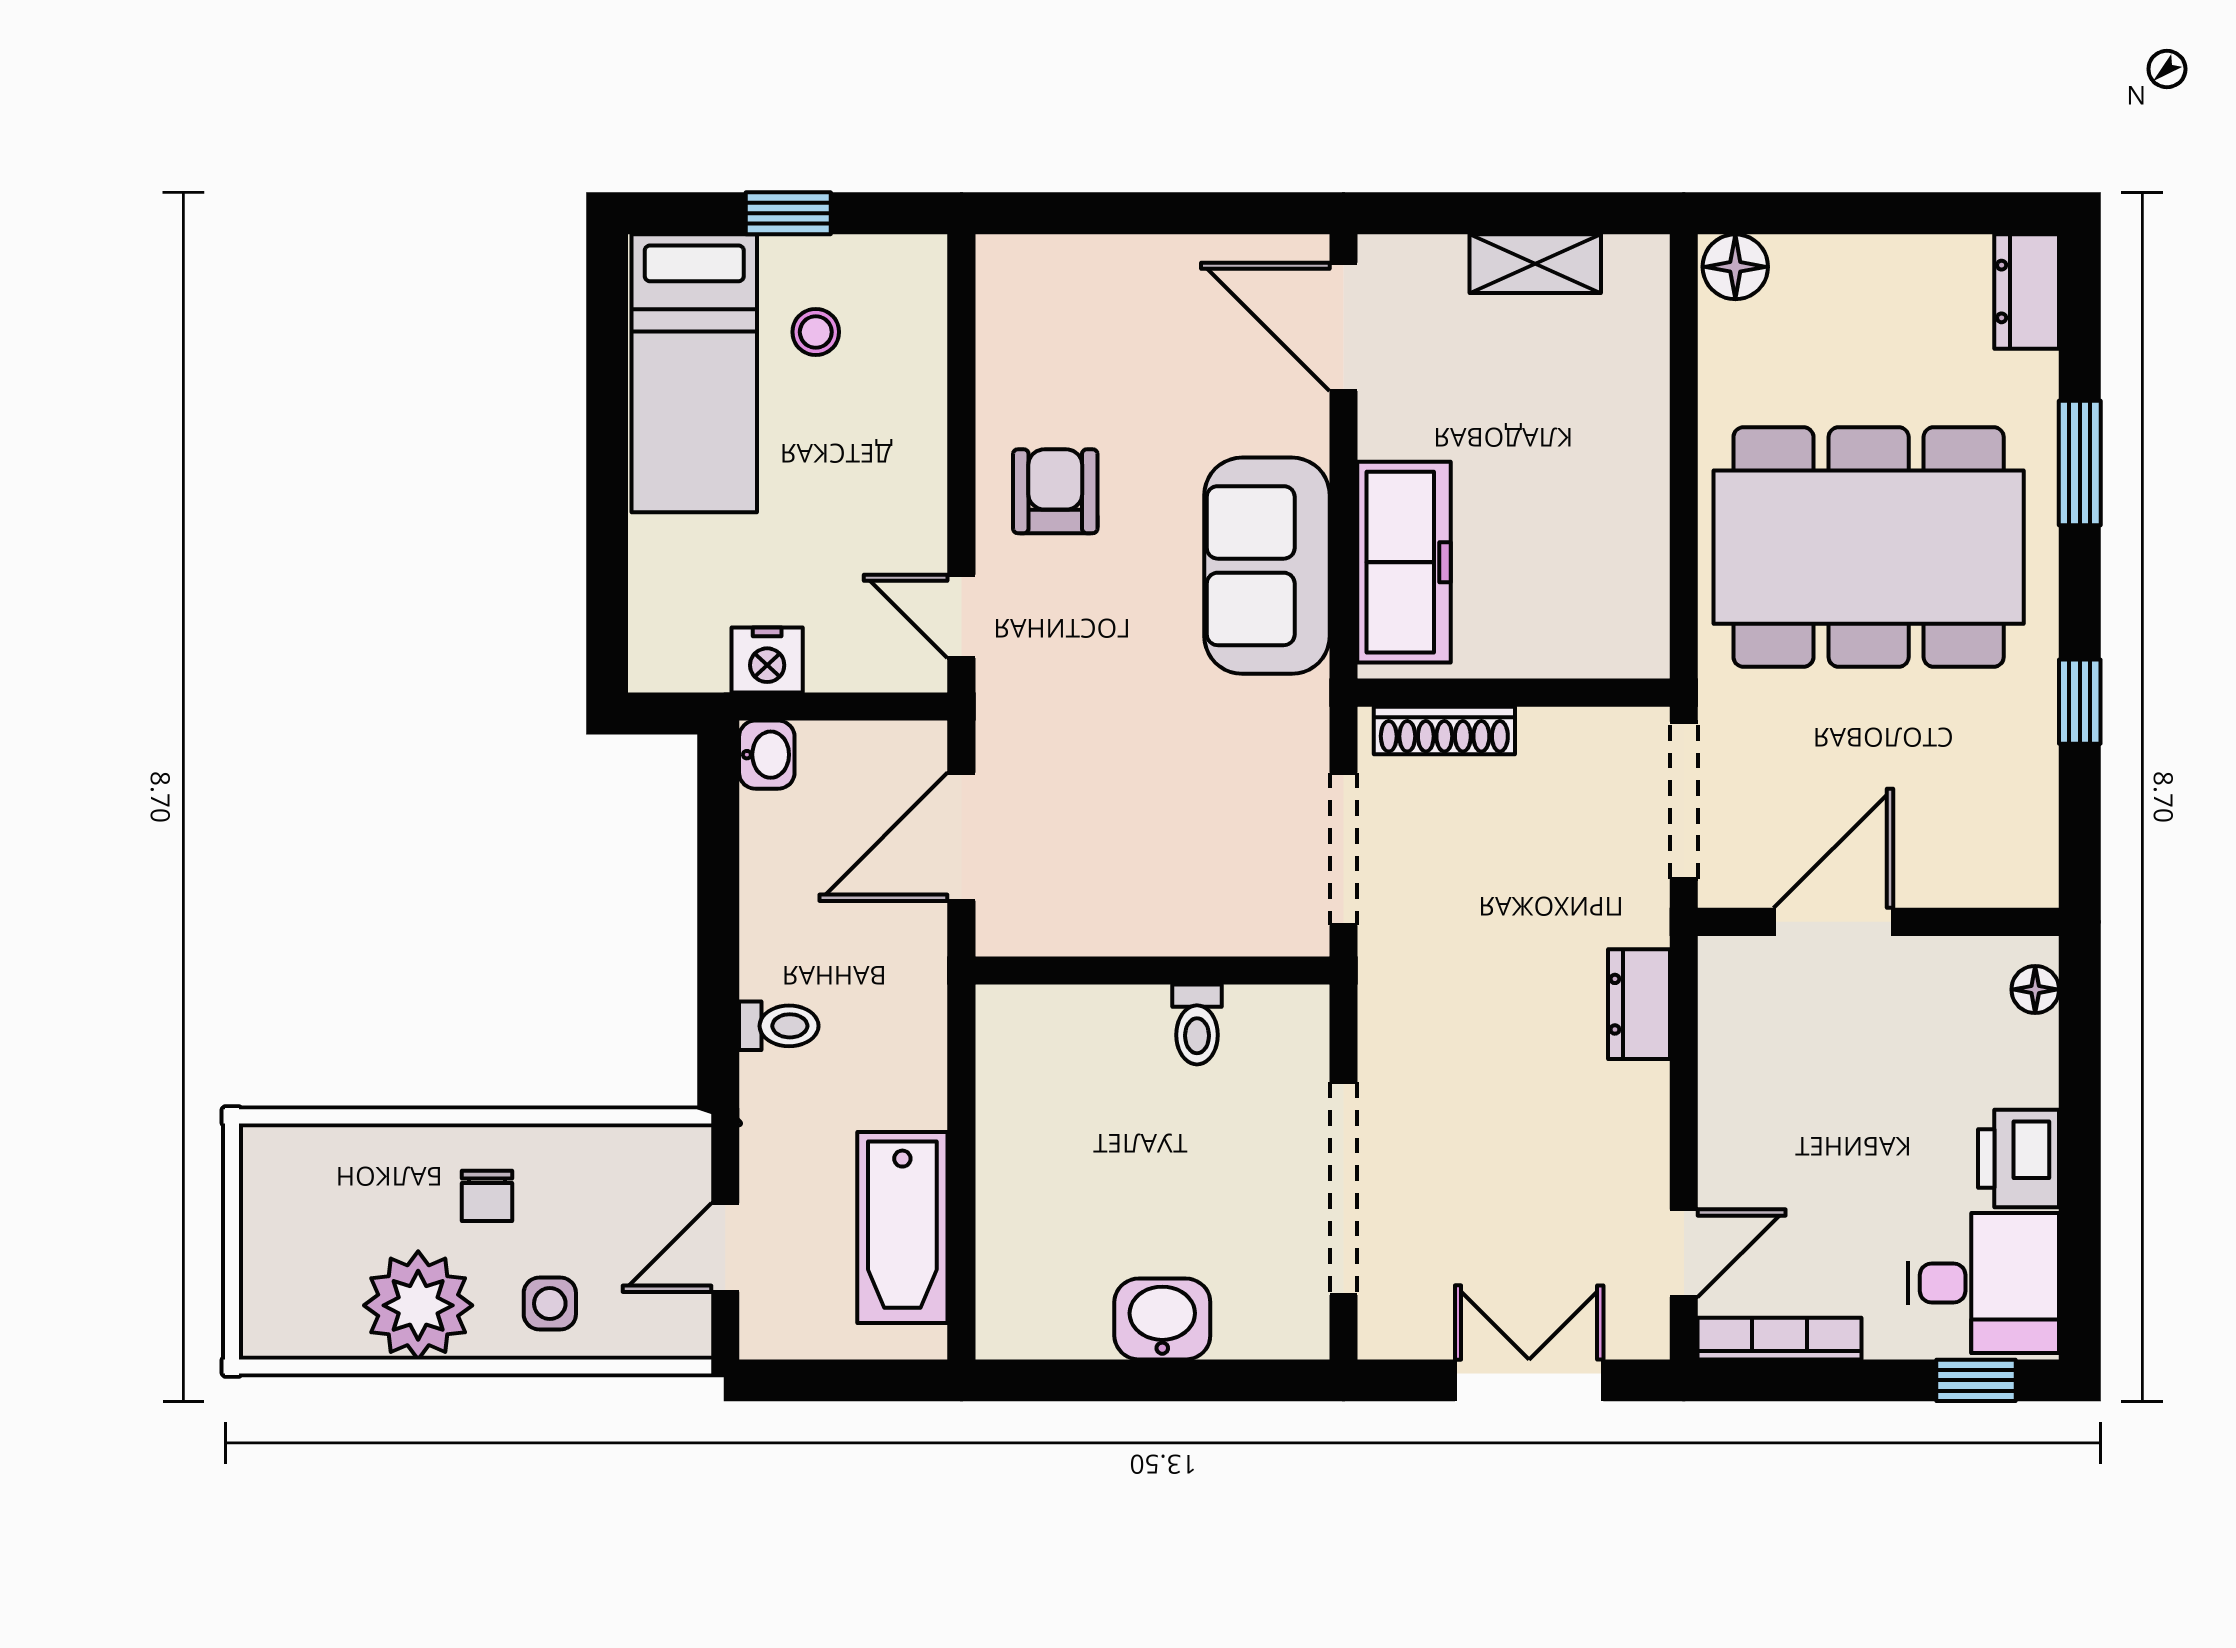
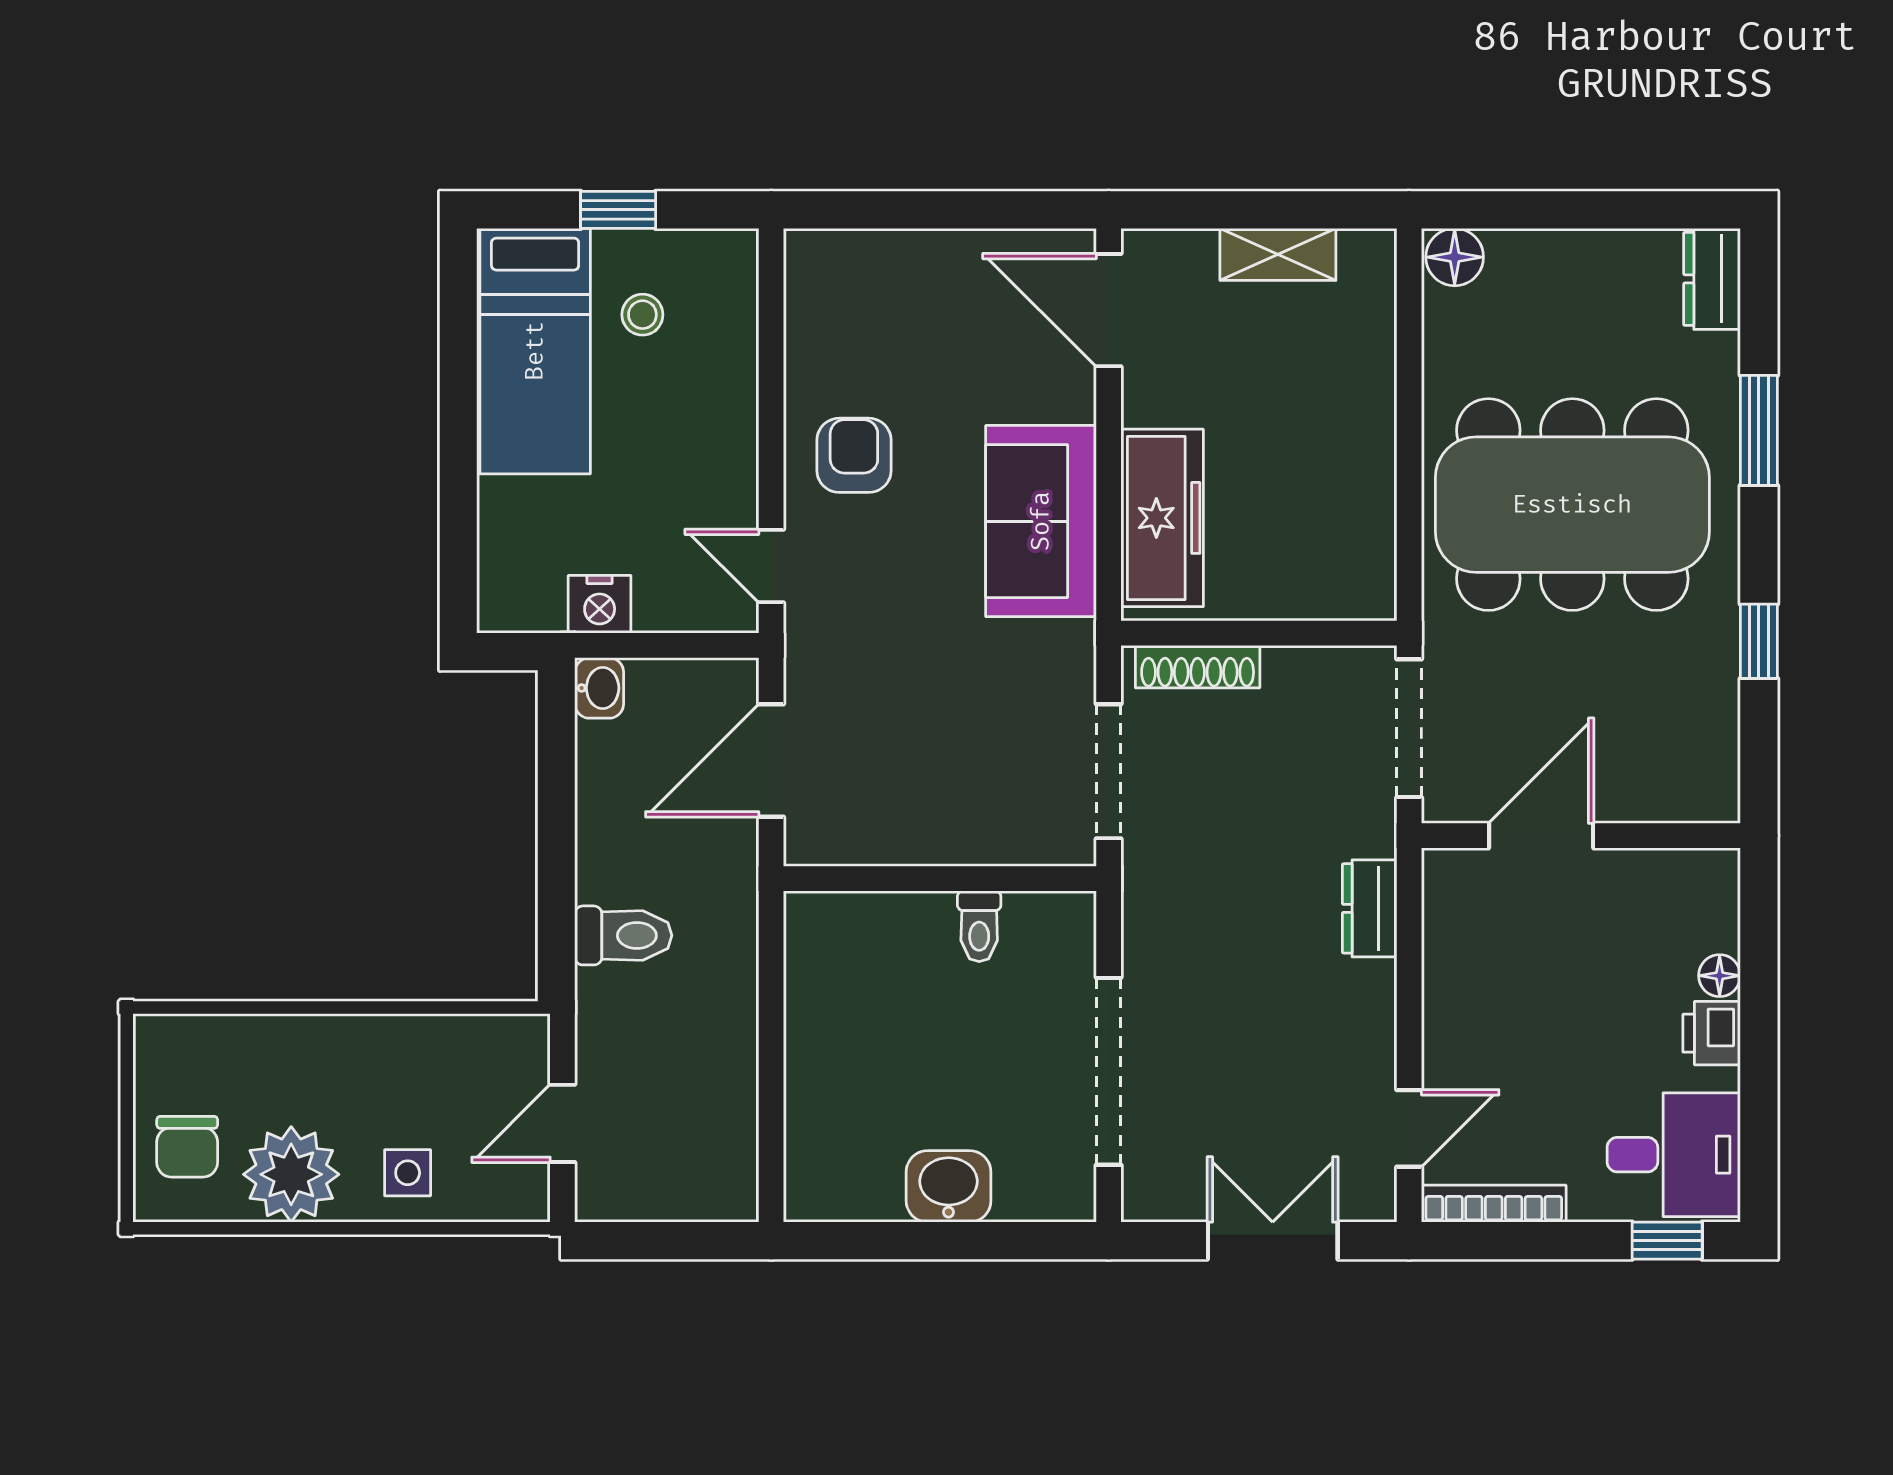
floor lamp: (2035, 989) -> (1720, 976), moved
toilet: (779, 1026) -> (623, 935), width x1.37, depth x1.39
printer: (2019, 1159) -> (1712, 1033), width x0.73, depth x0.81
chair: (487, 1196) -> (187, 1147), moved, width x1.37, depth x1.37
bathtub: (902, 1227) -> (719, 1106), removed

